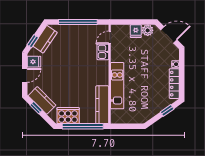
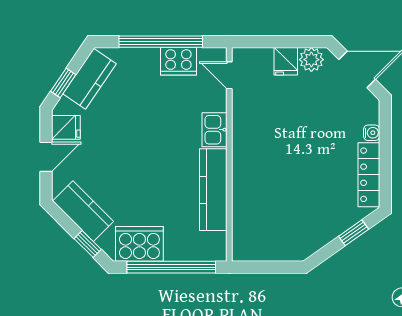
cooker: (86, 31) -> (178, 61), added
door: (110, 38) -> (229, 75), hinge flipped
kitchen sink: (103, 52) -> (215, 130), moved
kitchen unit: (117, 86) -> (246, 179), removed
kitchen counter: (102, 105) -> (213, 190), moved
window: (36, 108) -> (88, 244), moved

